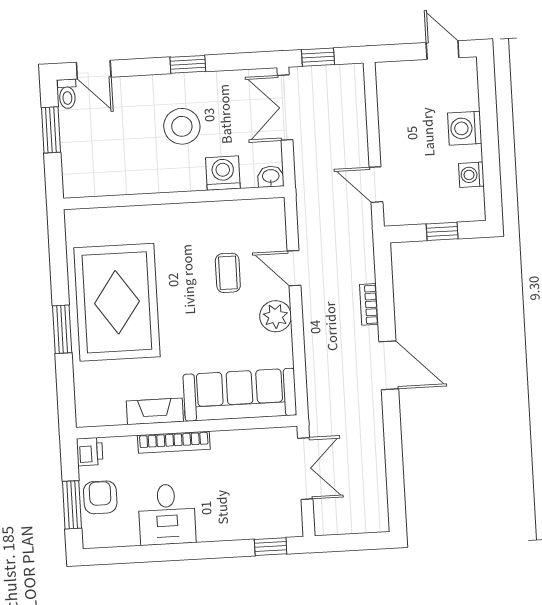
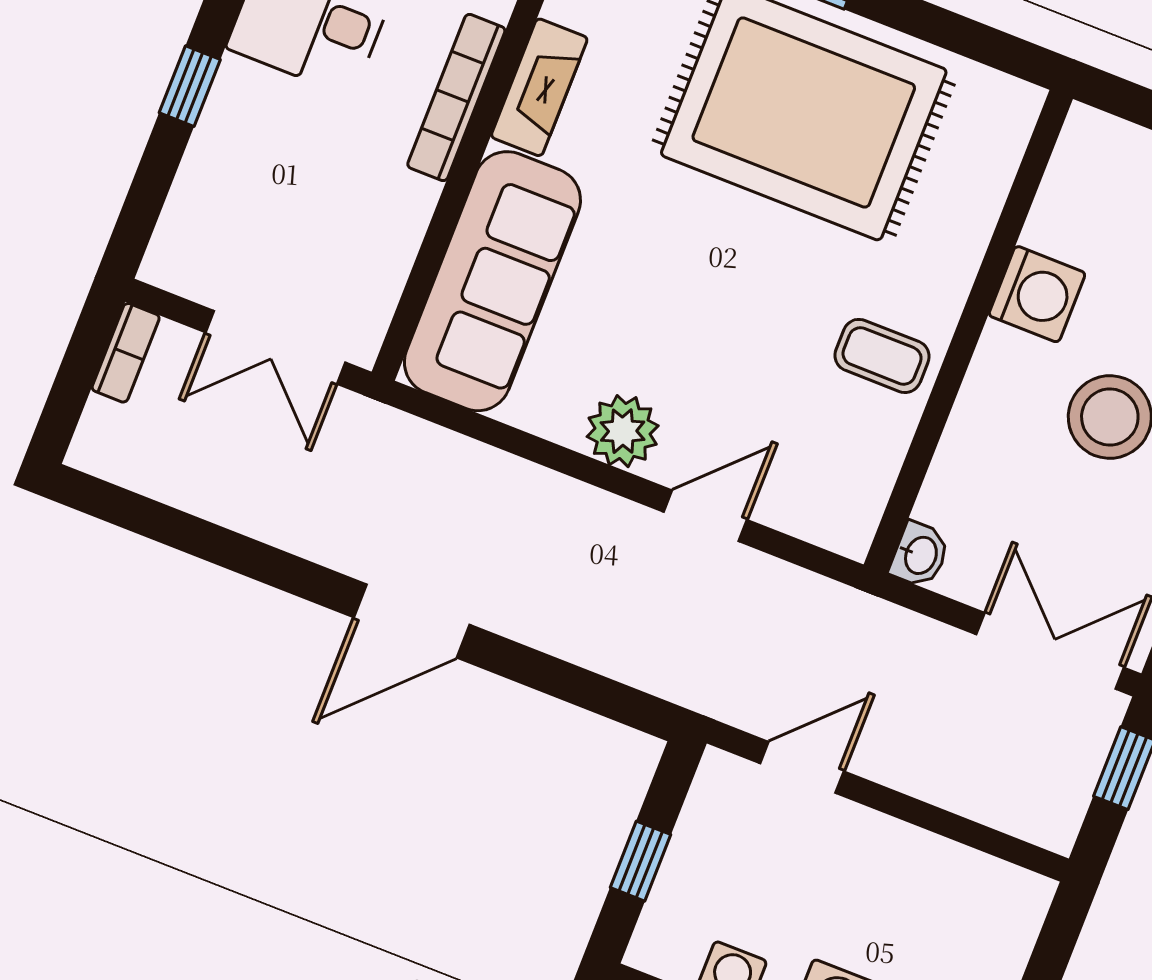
washing machine: (223, 173) -> (1037, 294), moved
coffee table: (228, 273) -> (882, 356), moved
bookcase: (369, 304) -> (126, 353), moved, turned 90
window: (271, 547) -> (190, 86), moved

